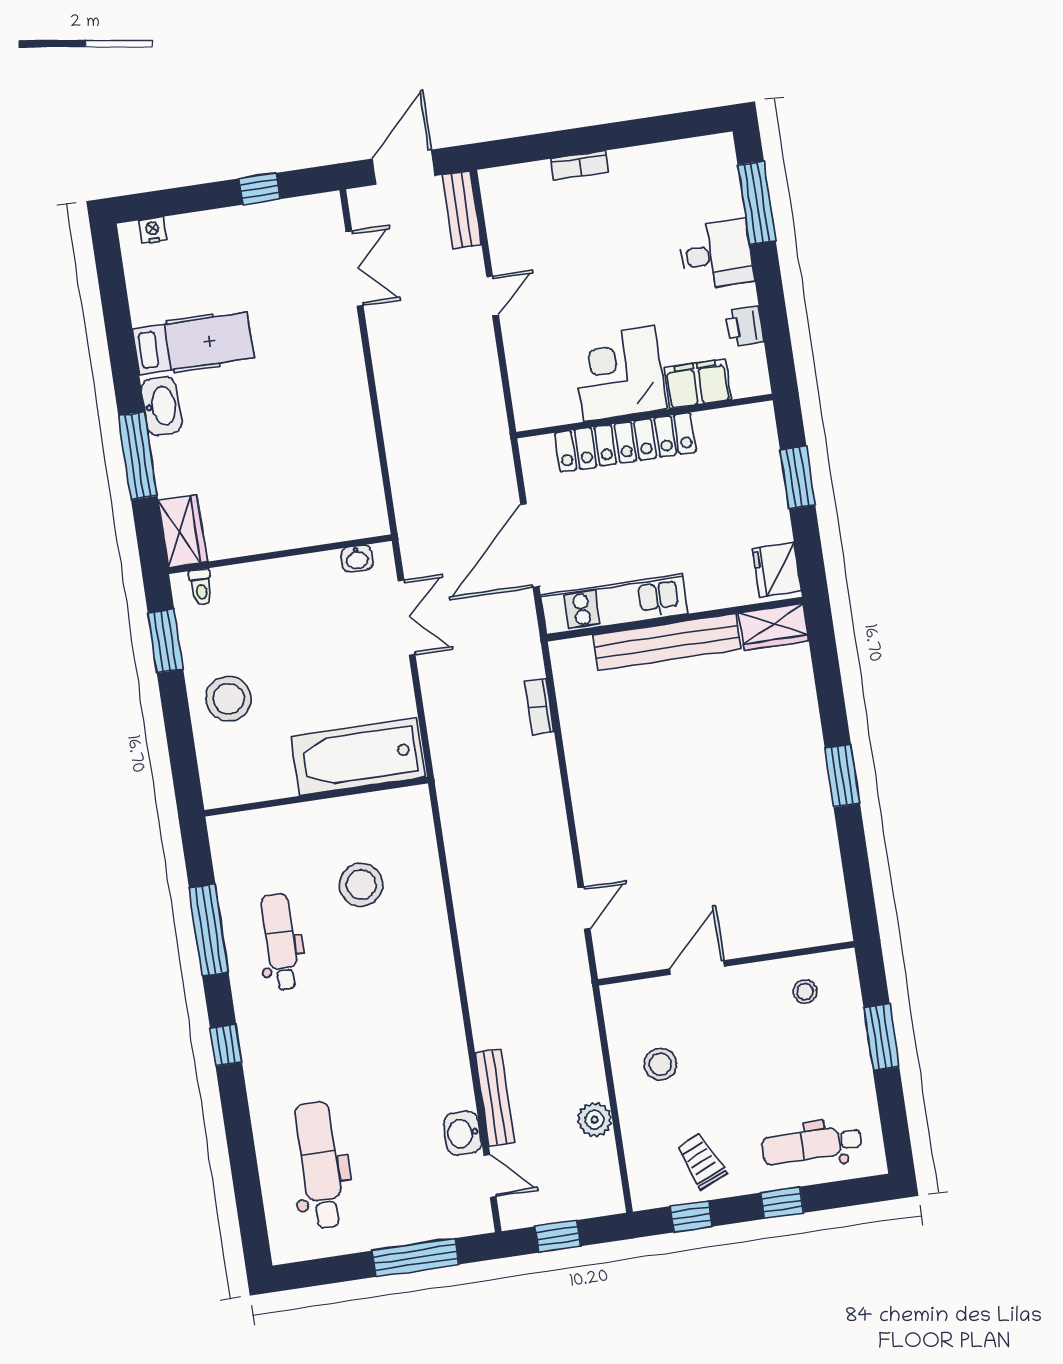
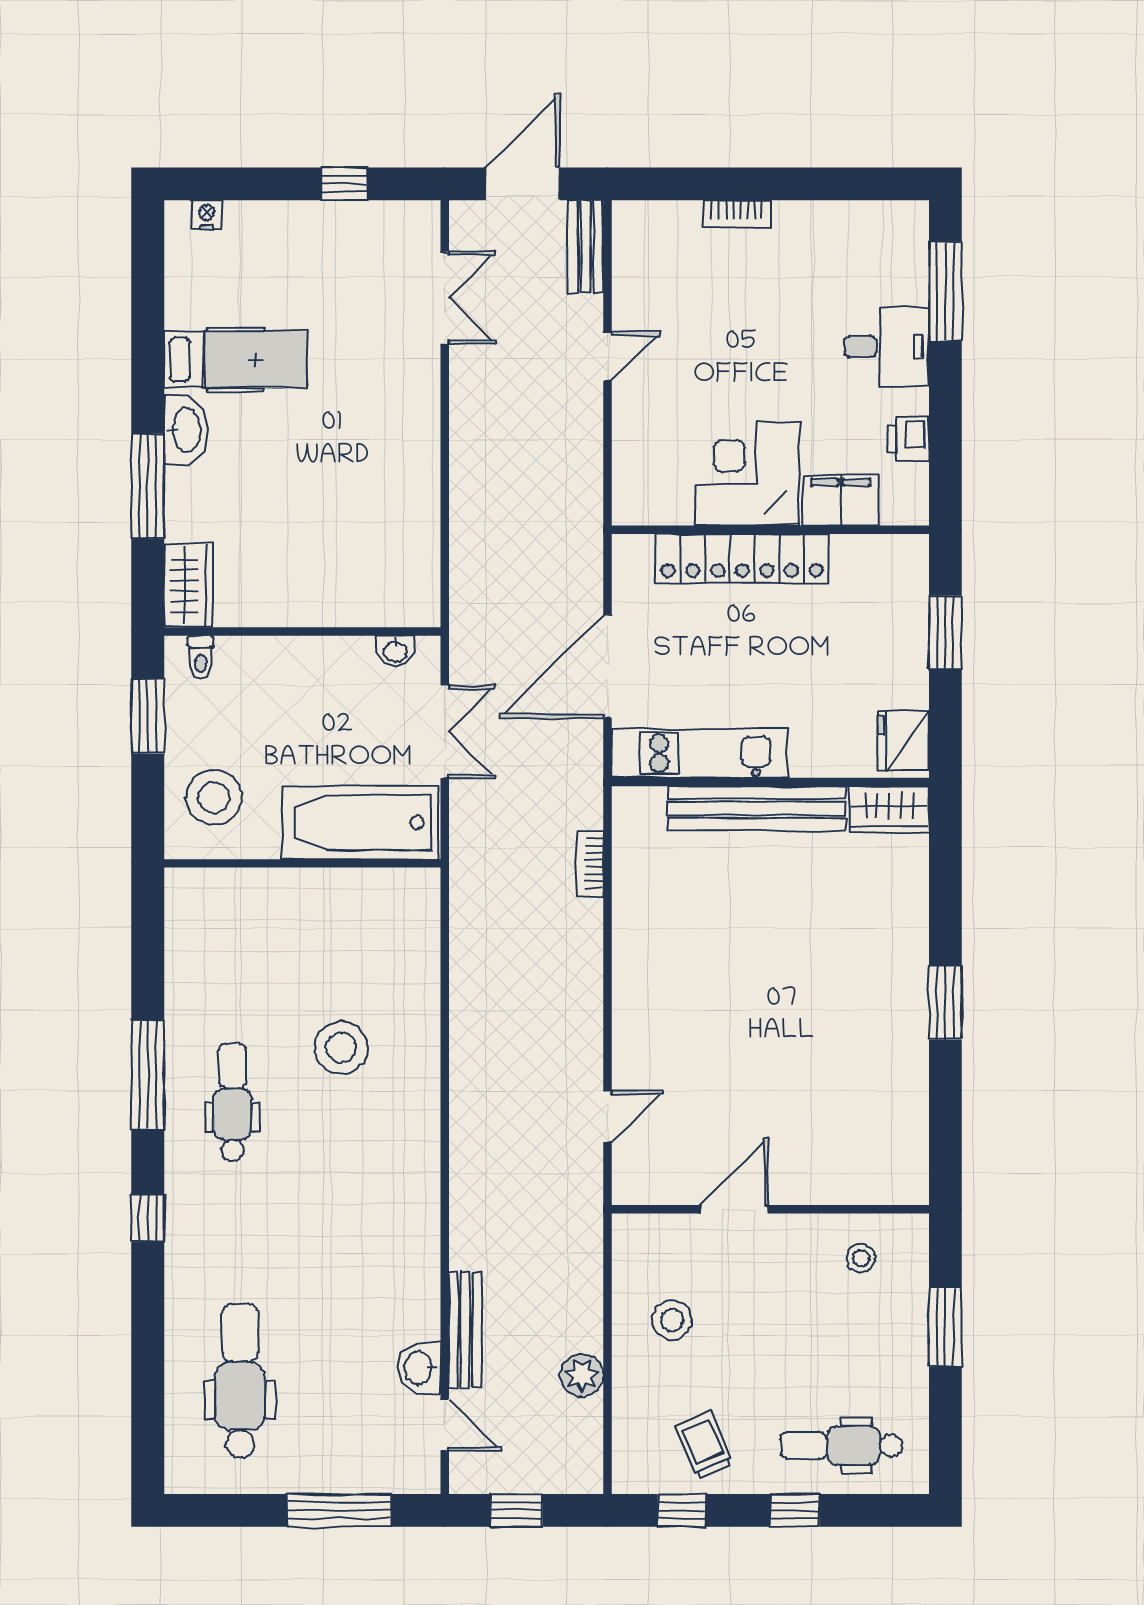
bathtub: (358, 757) -> (360, 822), moved
wall: (316, 797) -> (302, 863), moved

